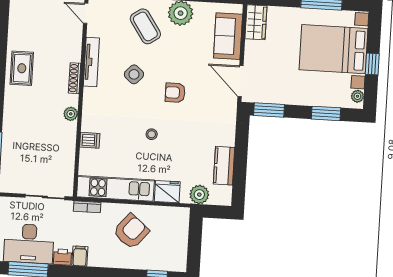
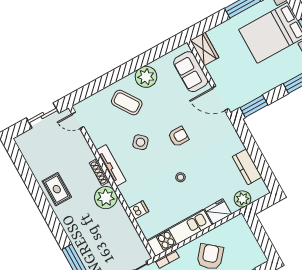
tv unit: (91, 62) -> (111, 165), moved
armchair: (175, 93) -> (178, 137), turned 180
plant: (71, 114) -> (106, 198), width x1.88, depth x1.88

